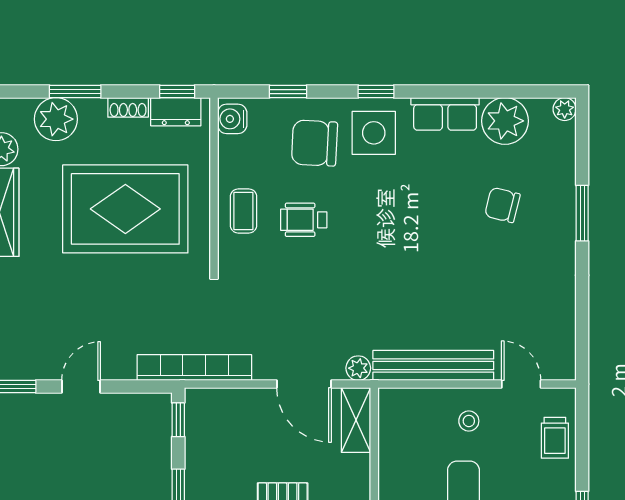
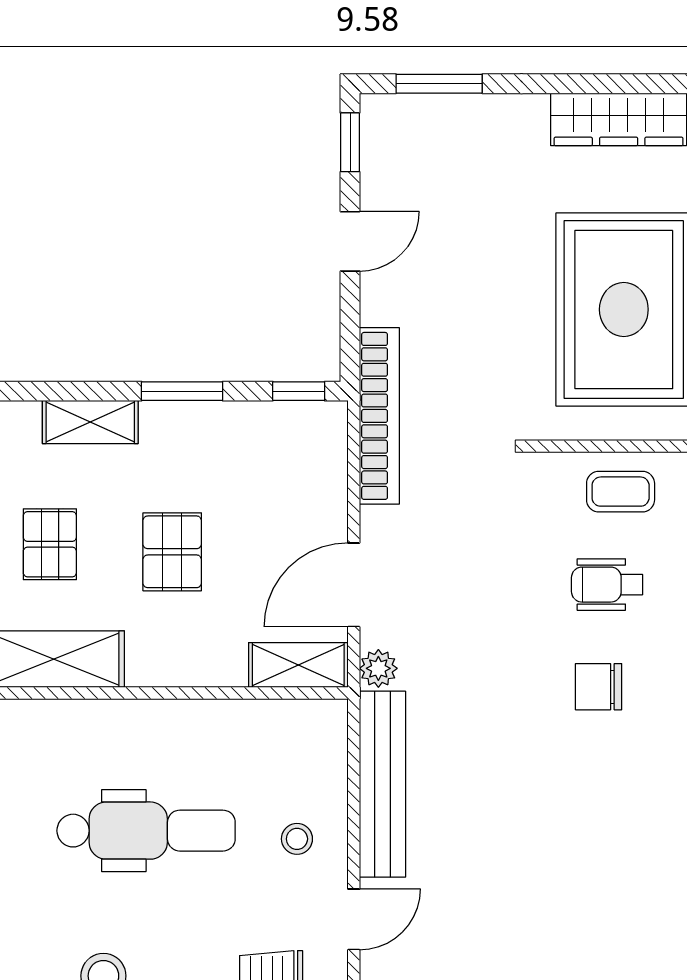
chair: (502, 205) -> (599, 687), moved, turned -104
wheelchair: (304, 220) -> (607, 585), turned -90
door: (81, 387) -> (350, 241), hinge flipped

